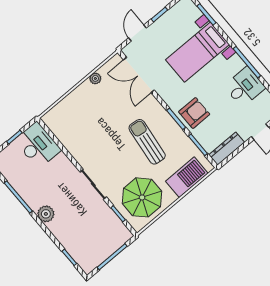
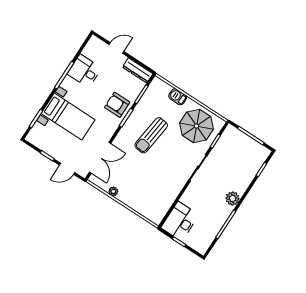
barbecue: (187, 177) -> (178, 97), width x0.53, depth x0.65

